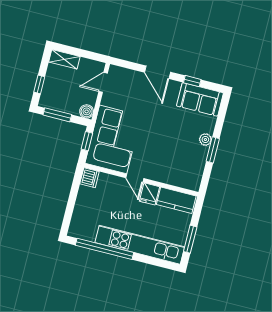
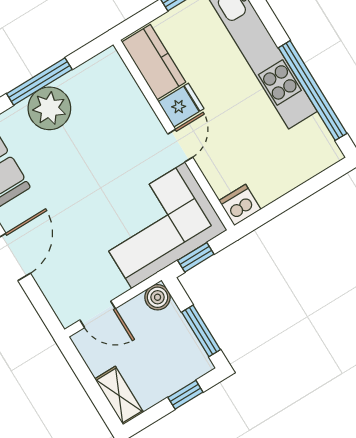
plant: (205, 140) -> (49, 108), width x1.87, depth x1.87
window: (213, 150) -> (39, 81), width x1.44

